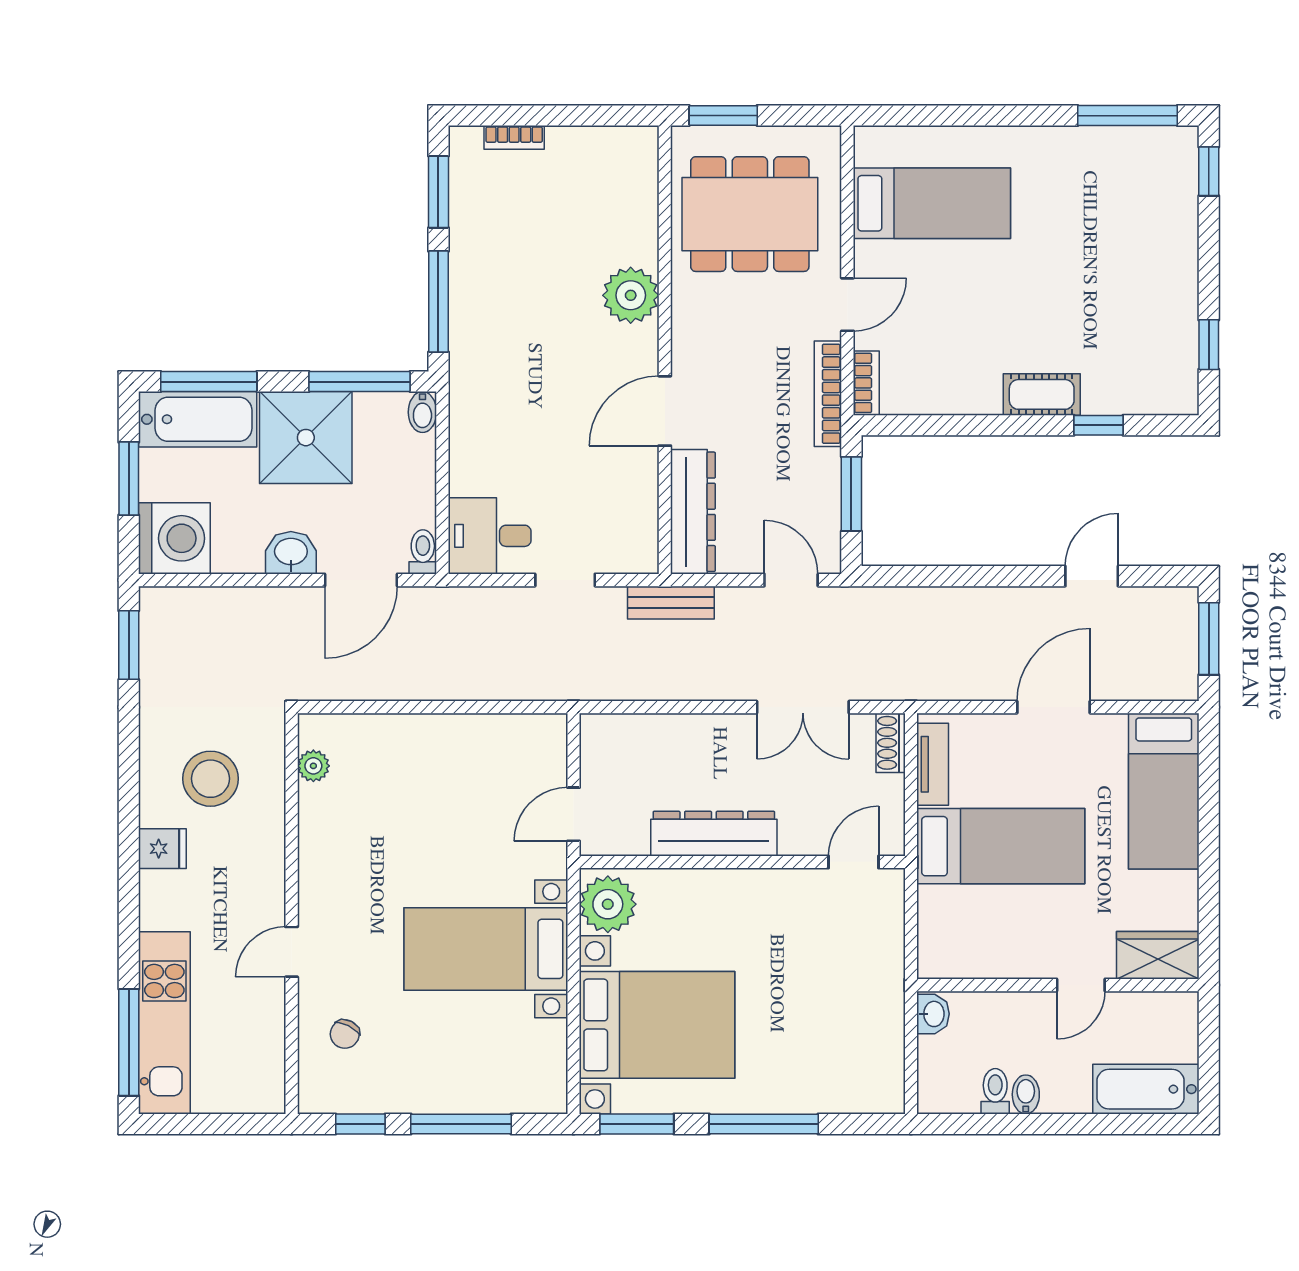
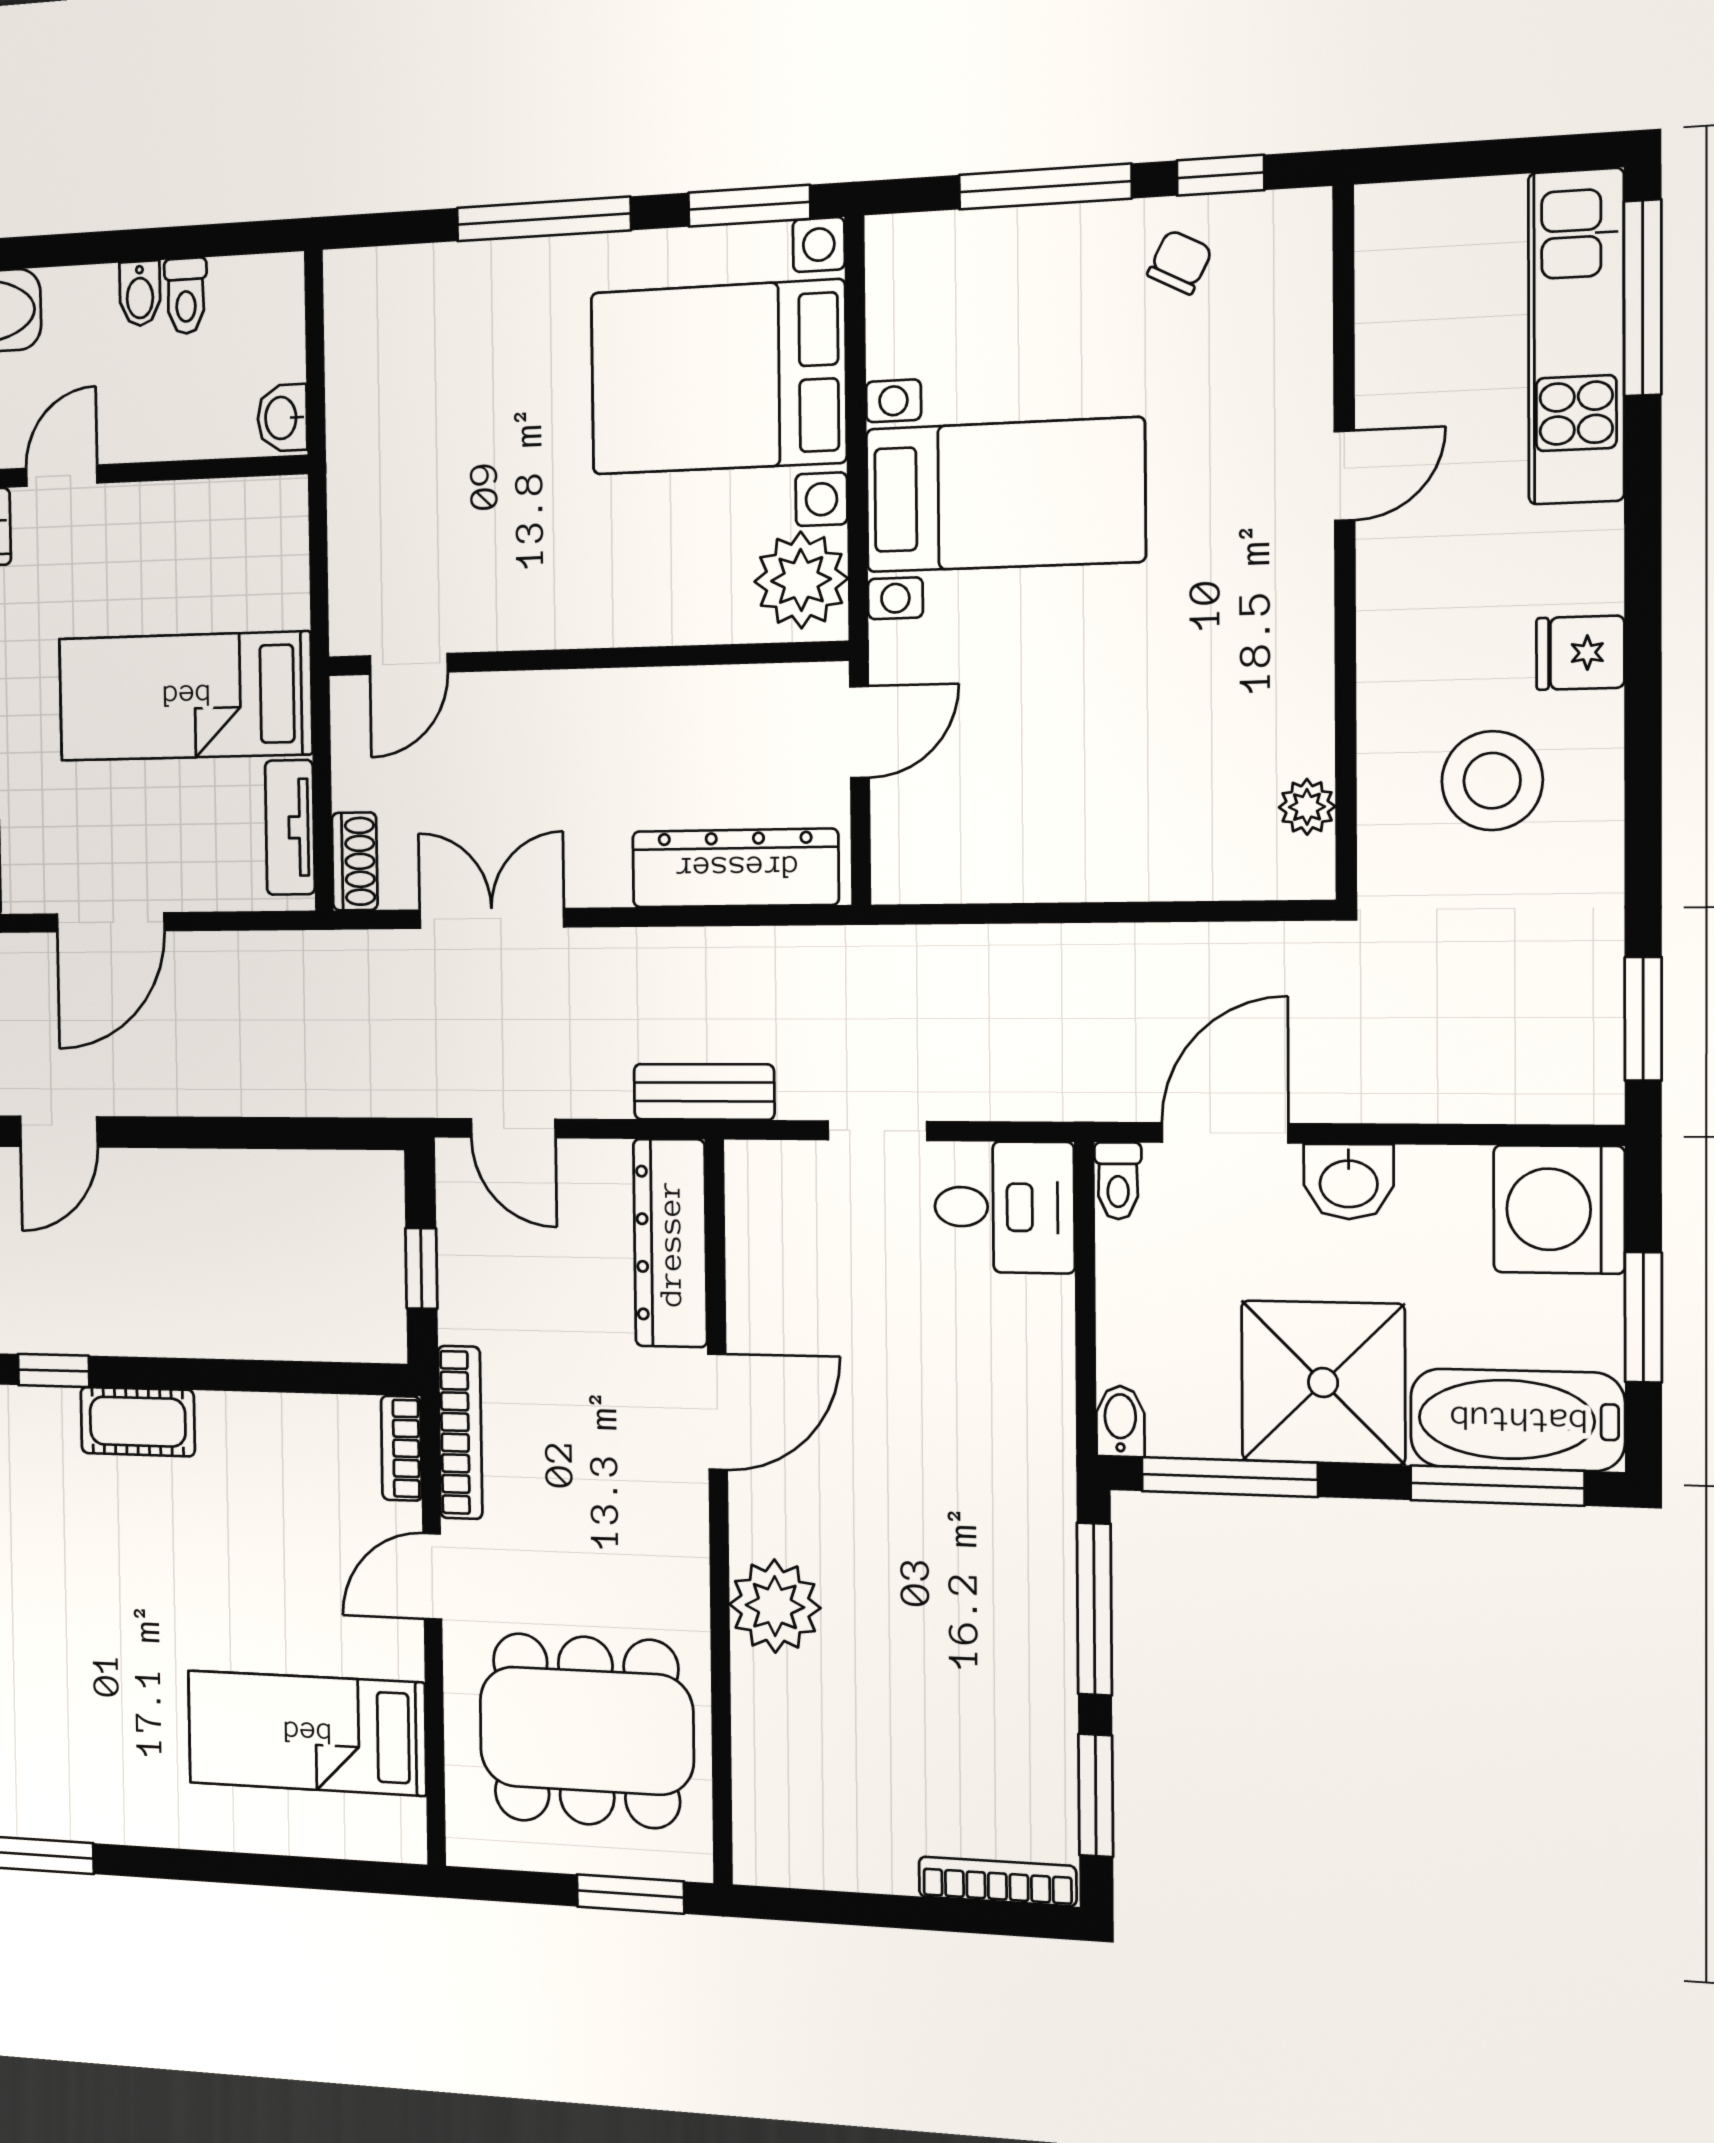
bookcase: (514, 137) -> (997, 1881), width x1.56
window: (851, 494) -> (421, 1268), width x0.67
dresser: (714, 834) -> (735, 868), moved, turned 180
chair: (345, 1034) -> (1180, 262), moved

